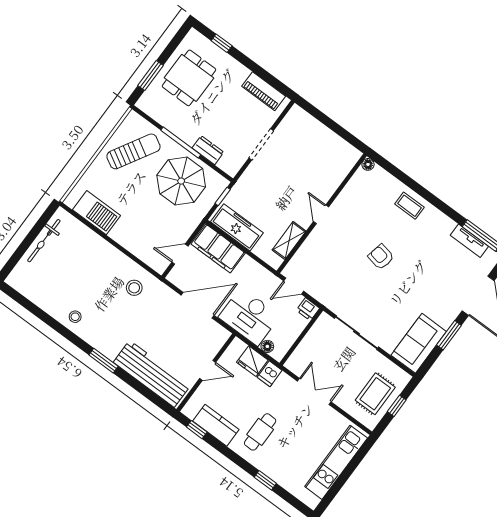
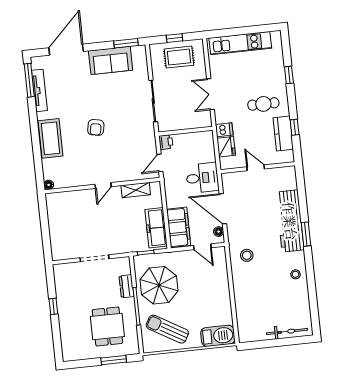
window: (222, 43) -> (53, 306), moved
dining table: (189, 78) -> (107, 327), moved, turned 90
piano: (264, 91) -> (62, 285), removed
coffee table: (409, 206) -> (50, 138), width x1.86, depth x1.72
barbecue: (97, 213) -> (218, 336), moved, turned 90
bicycle: (44, 241) -> (287, 332), moved
tv unit: (469, 241) -> (39, 90), width x1.41
door: (294, 286) -> (160, 163), swing flipped
desk: (249, 317) -> (202, 178), width x0.73
window: (449, 335) -> (126, 43), moved
sofa: (419, 343) -> (111, 60), moved
floor lamp: (267, 346) -> (219, 232), moved
workbench: (152, 374) -> (290, 221), moved
window: (197, 430) -> (295, 127), moved

